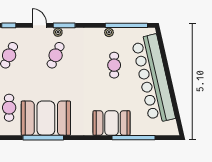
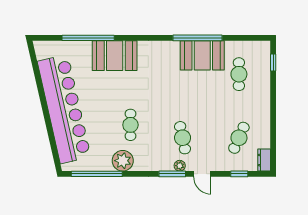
plant: (109, 32) -> (123, 161), width x1.88, depth x1.88
cafe table: (56, 55) -> (183, 138), turned -36
cafe table: (114, 65) -> (130, 125), moved
booth: (46, 118) -> (202, 55), width x0.73, depth x0.70

